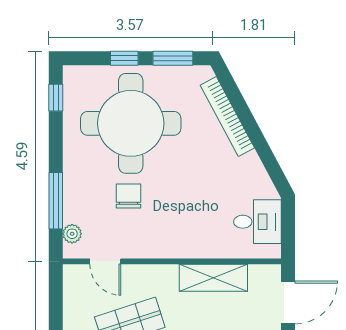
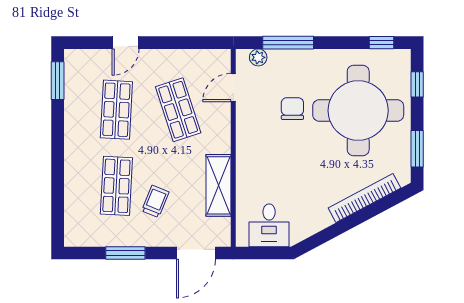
window: (124, 58) -> (417, 84), moved
chair: (129, 196) -> (292, 109), turned -90
door: (288, 302) -> (196, 253), hinge flipped

